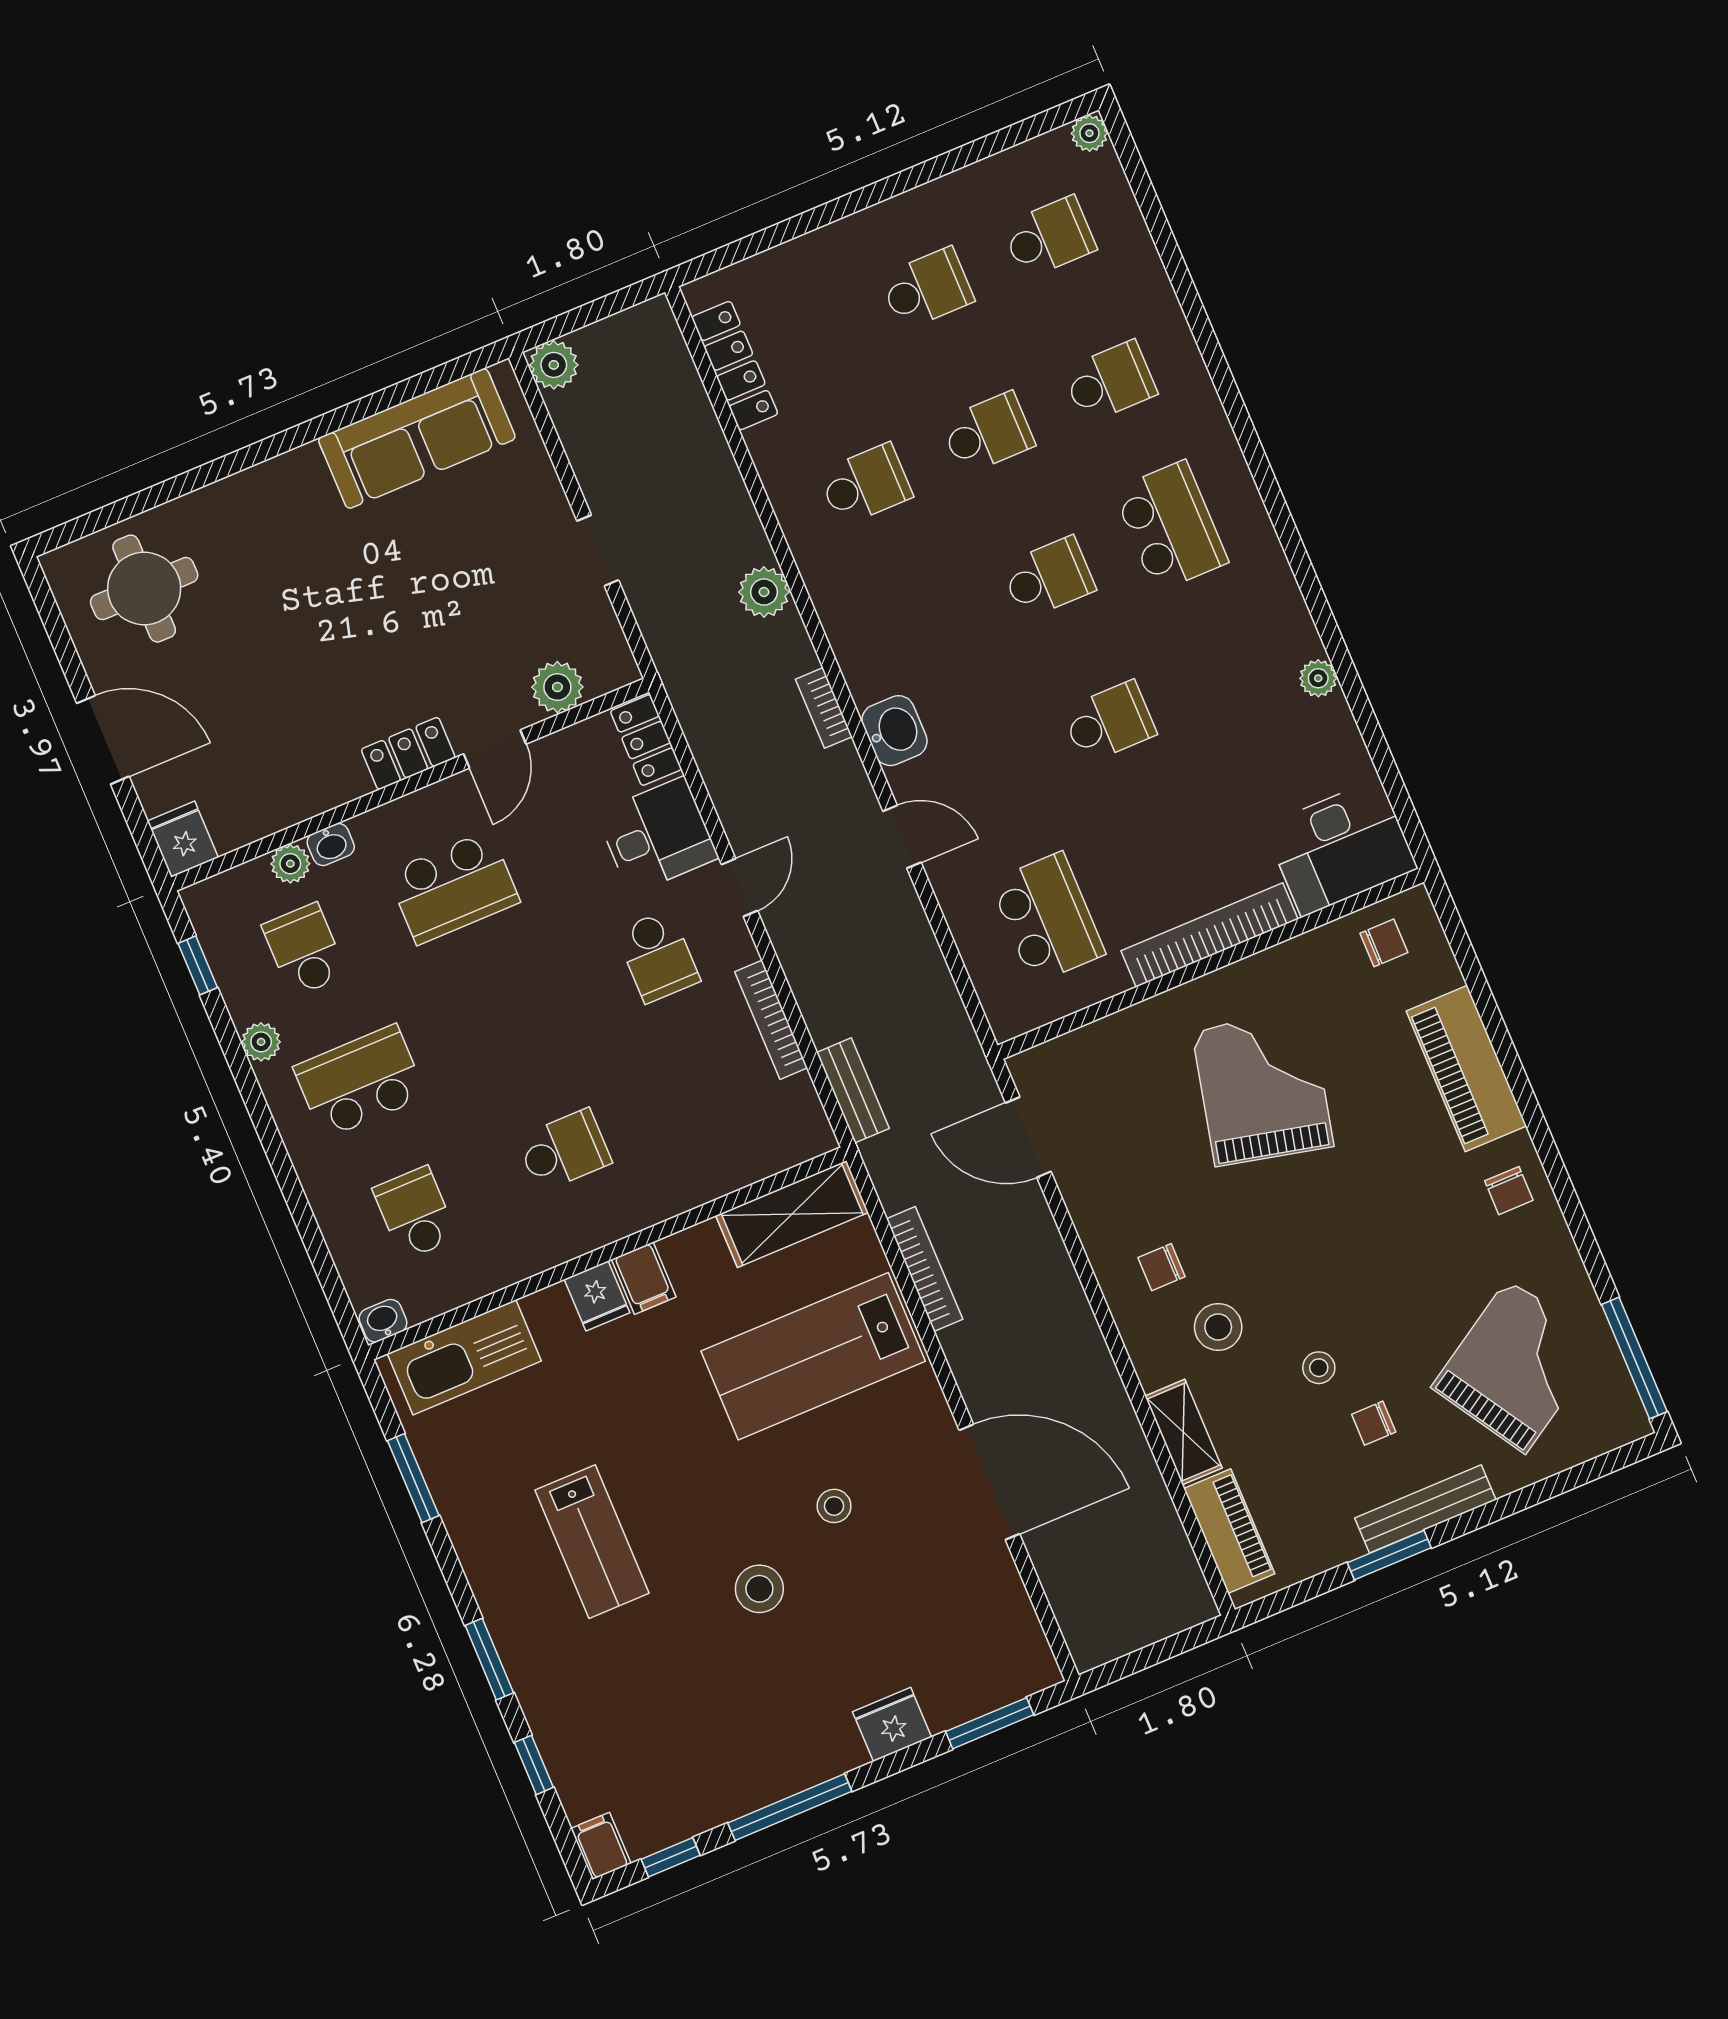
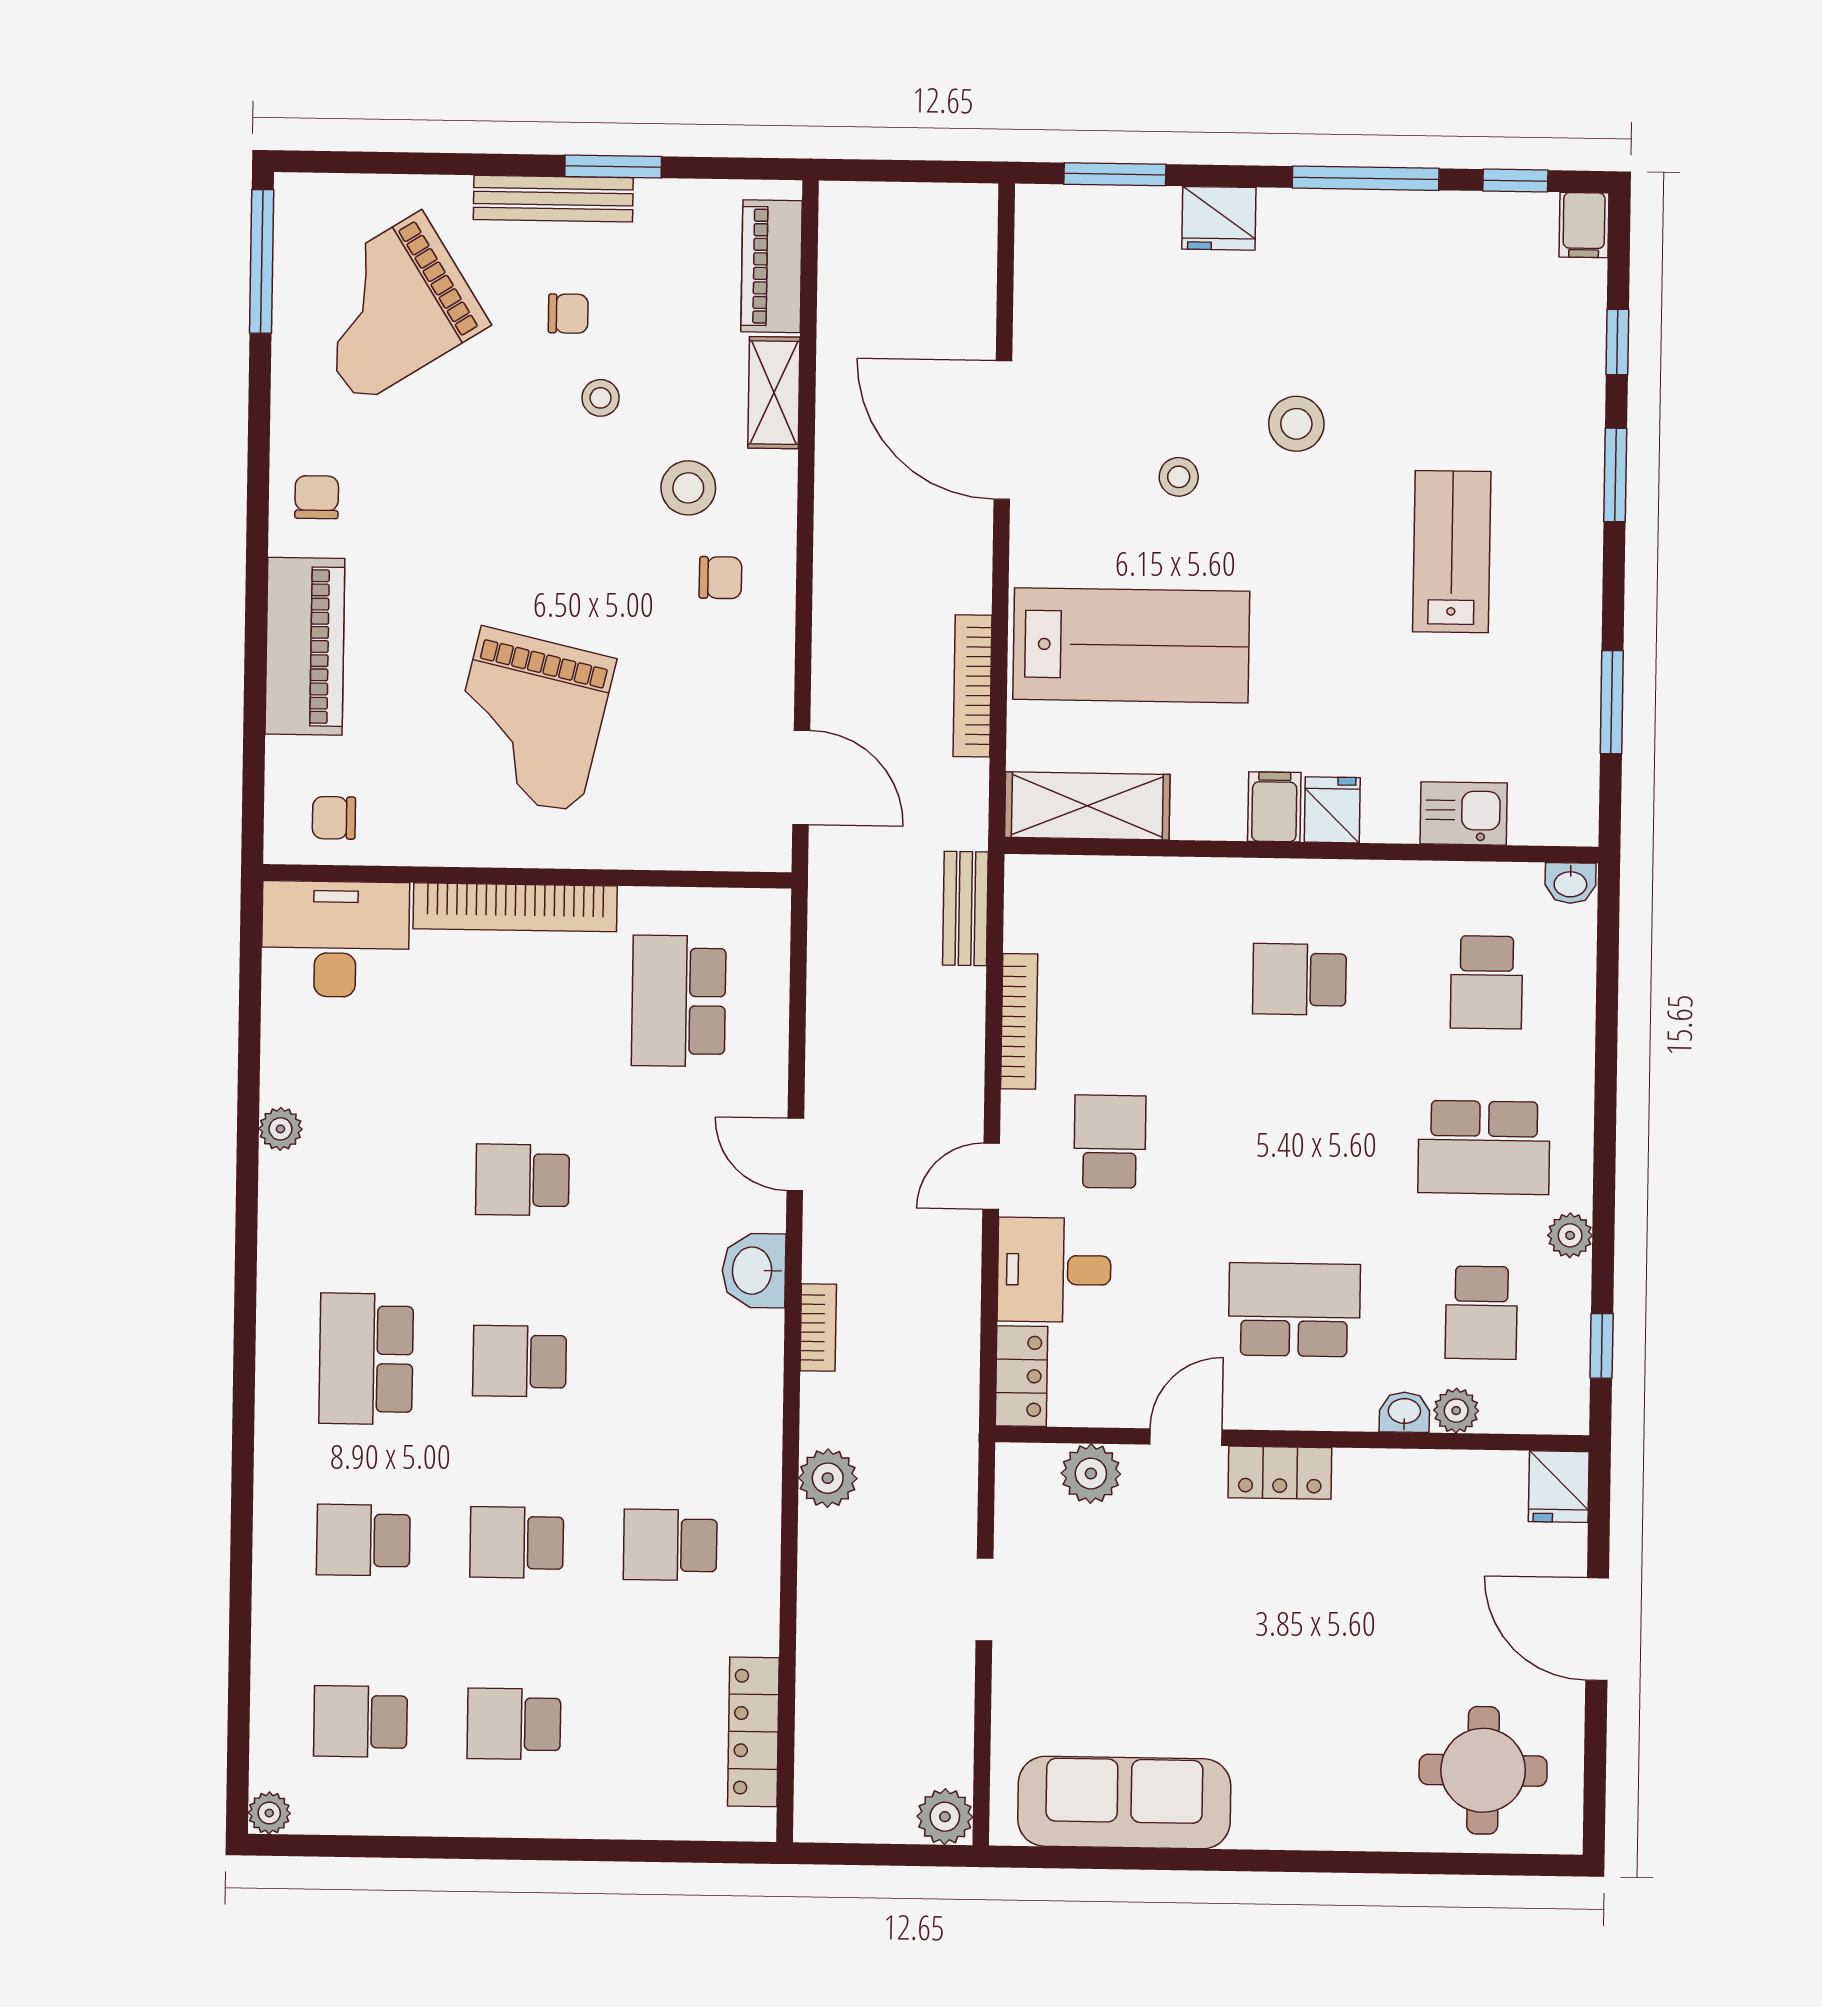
kitchen sink: (464, 1357) -> (1464, 813), width x0.53, depth x0.81

